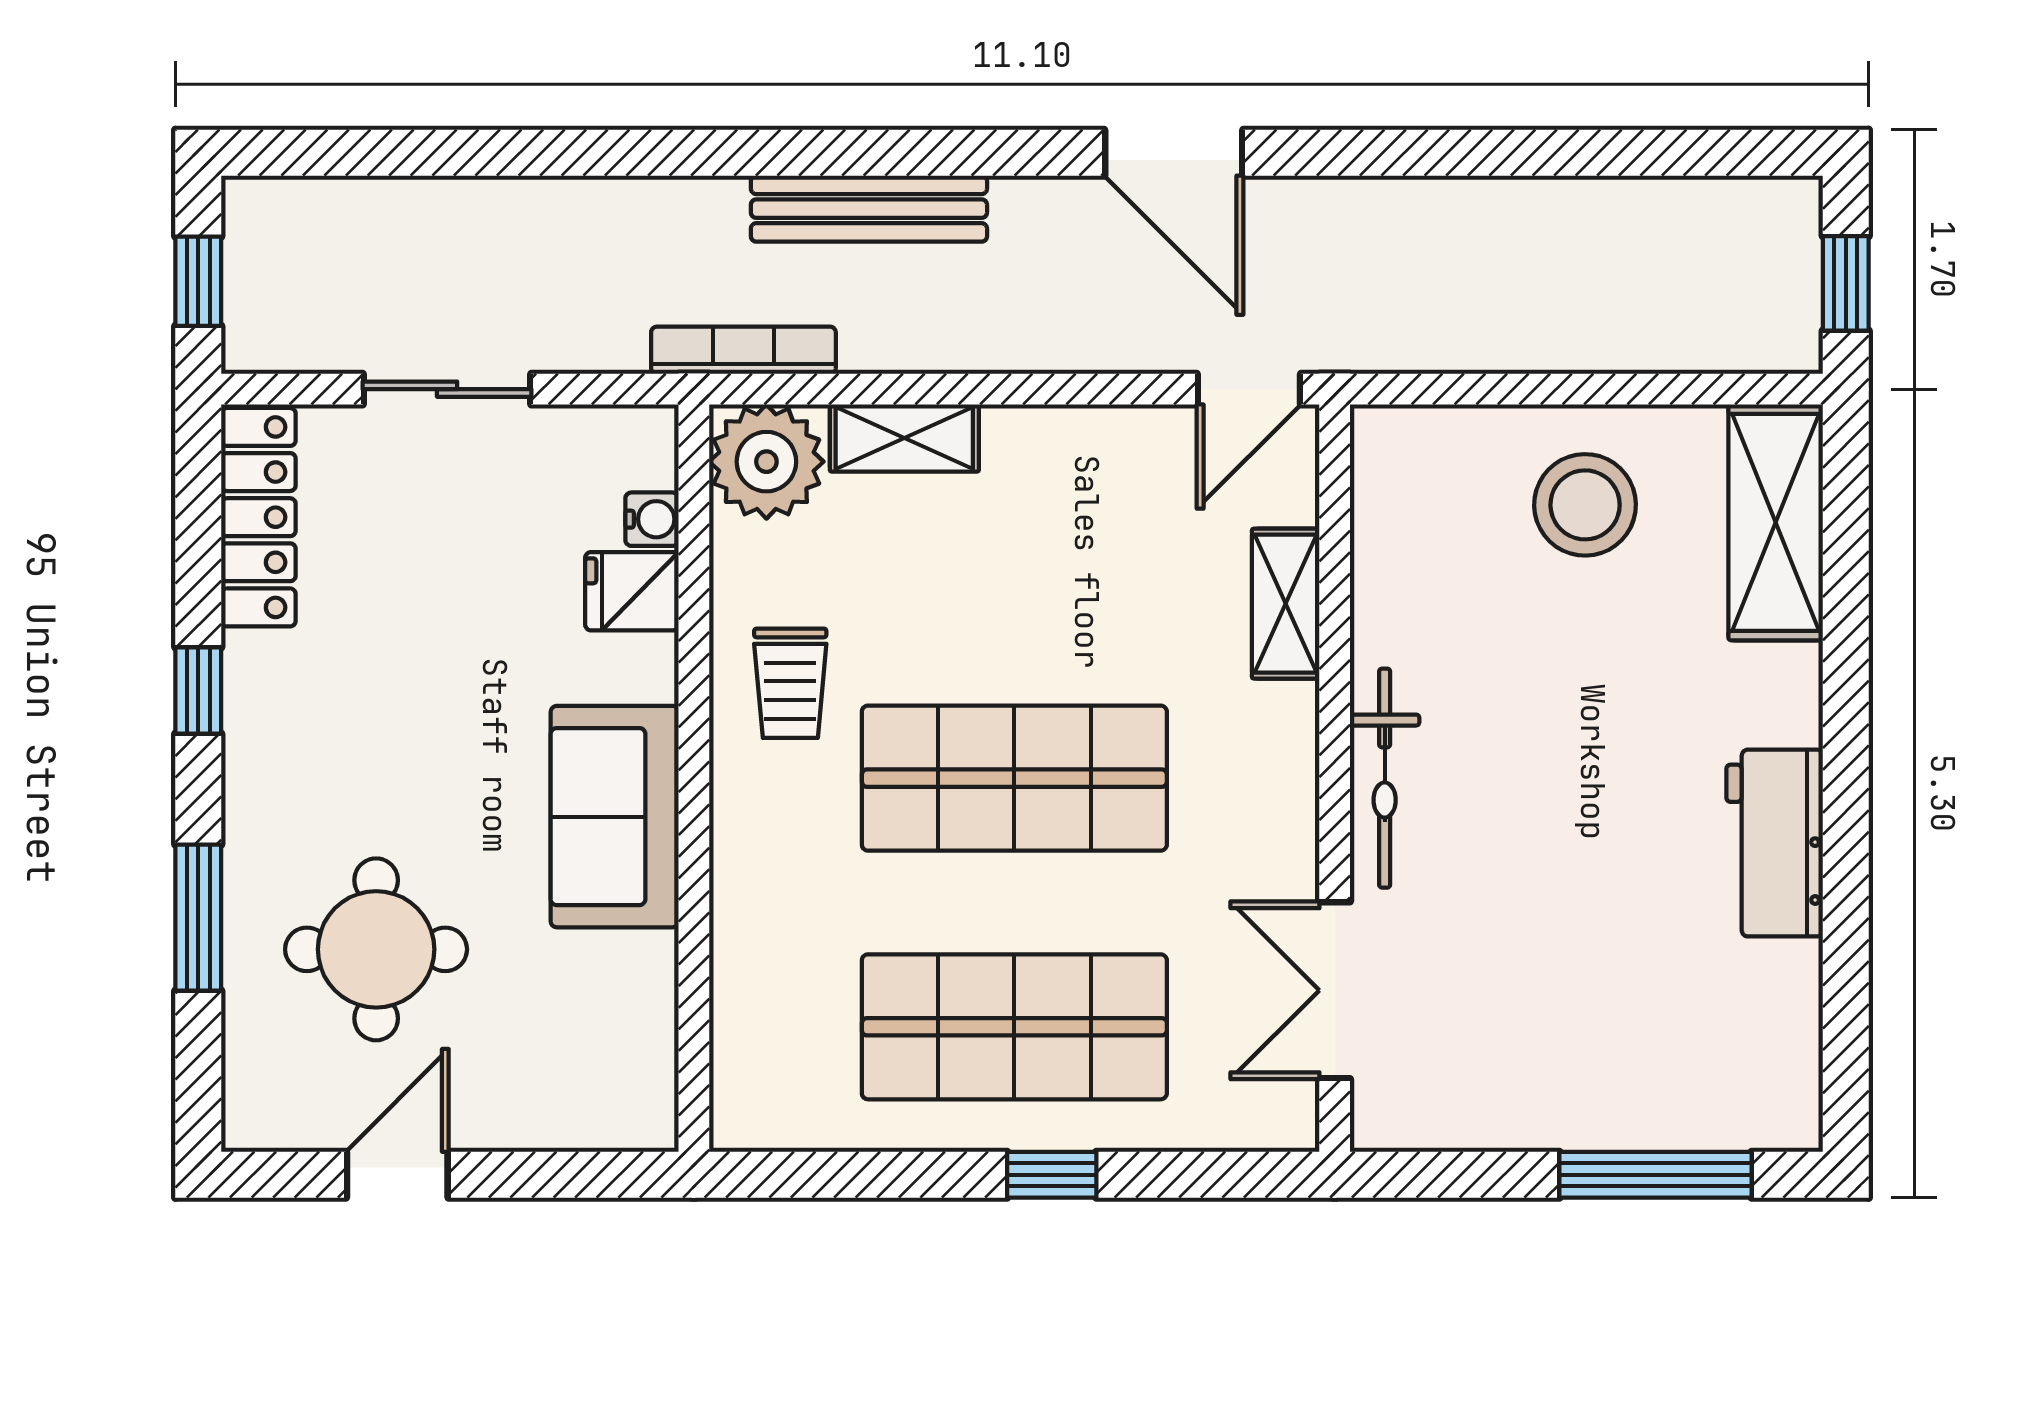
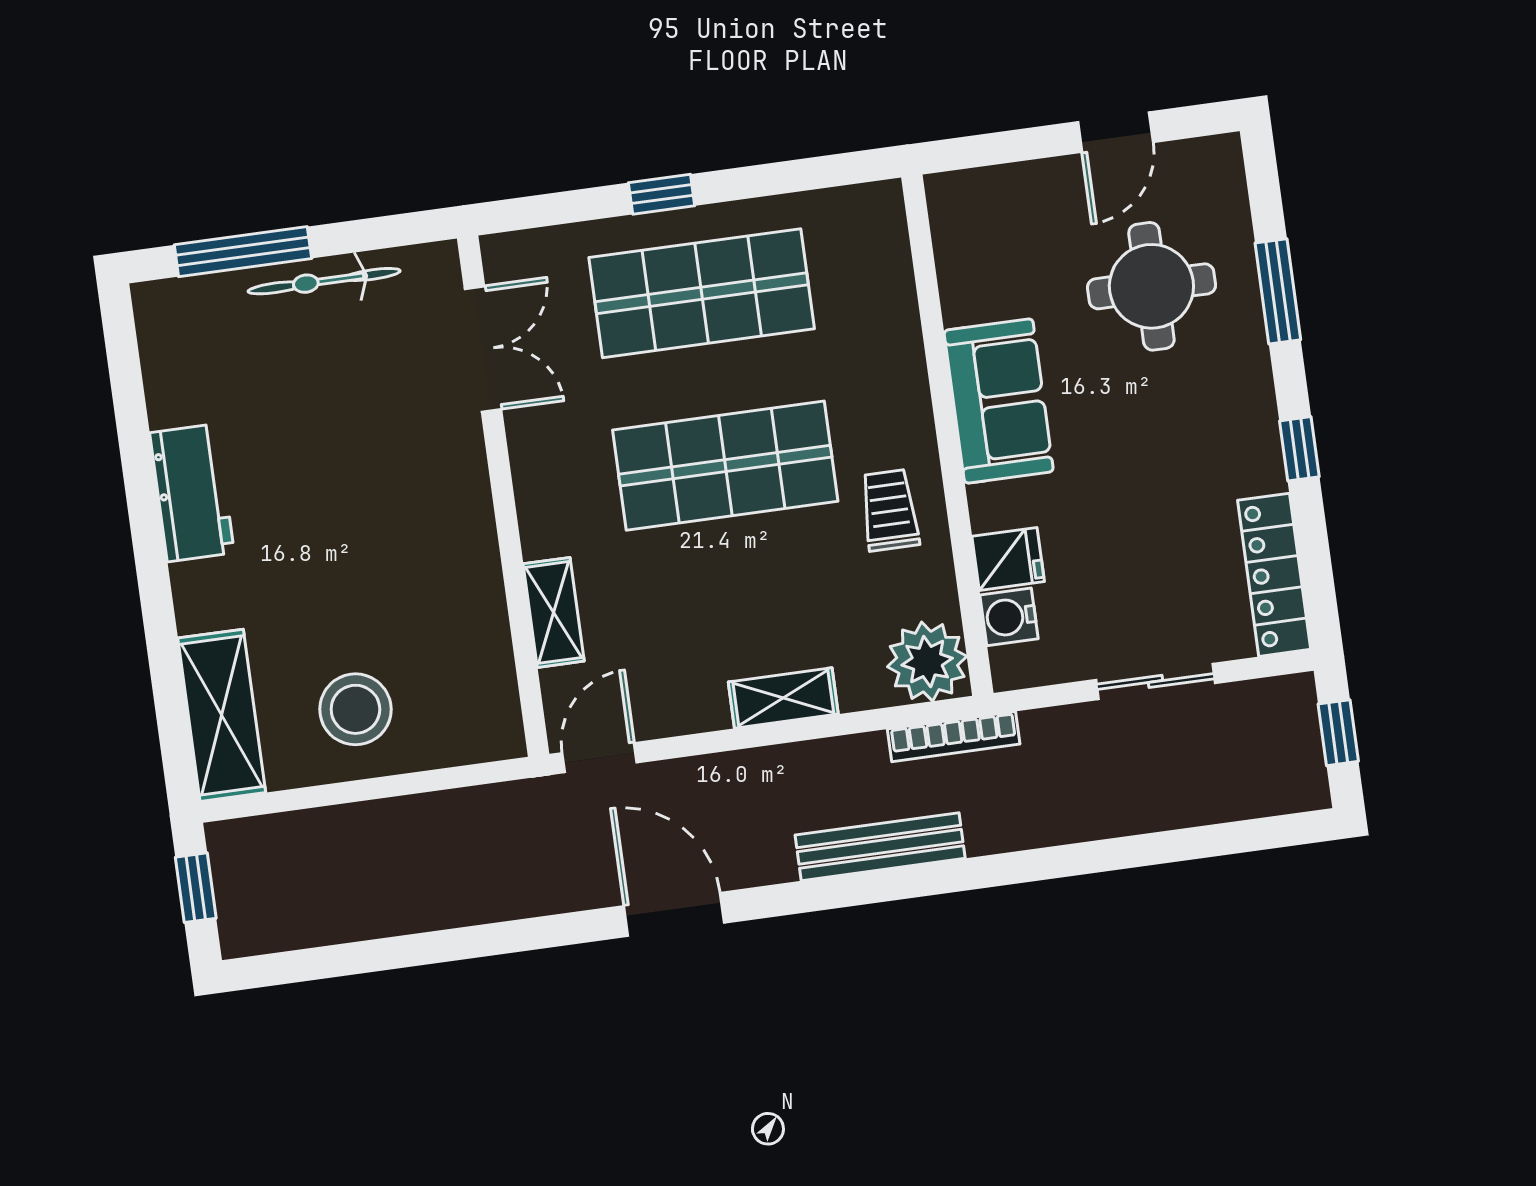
shelving: (904, 438) -> (783, 698), moved
water cooler: (652, 519) -> (1009, 617), width x1.38, depth x1.38
bicycle: (1385, 778) -> (324, 281), moved, turned -90

